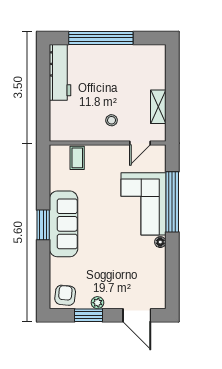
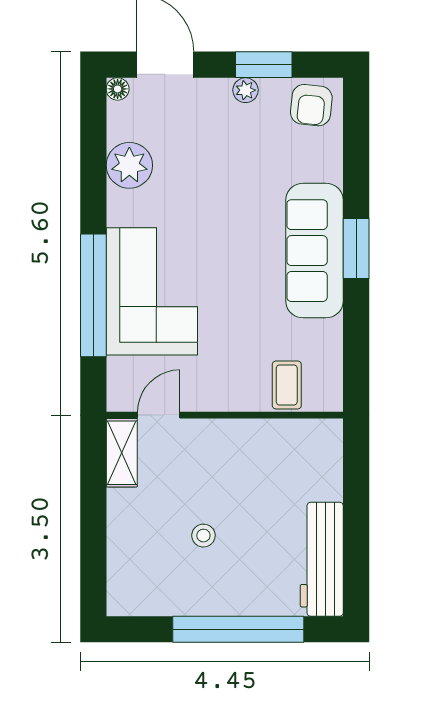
shelving: (158, 107) -> (122, 453), moved
stool: (112, 120) -> (203, 536), moved
floor lamp: (160, 242) -> (118, 89), moved
plant: (154, 266) -> (129, 165), added

